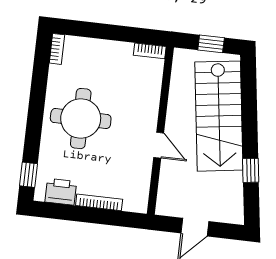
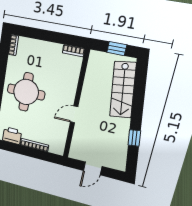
stairs: (219, 116) -> (123, 90), width x0.73, depth x0.66
door: (159, 145) -> (74, 114), swing flipped

